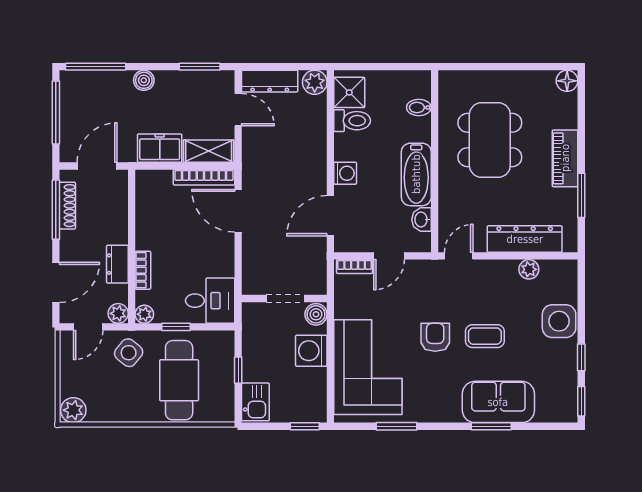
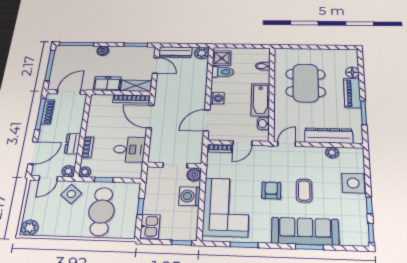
floor lamp: (567, 81) -> (352, 72), moved
desk: (210, 301) -> (129, 149), moved
coffee table: (485, 336) -> (304, 191), turned 90
sofa: (498, 402) -> (305, 231), width x1.36

